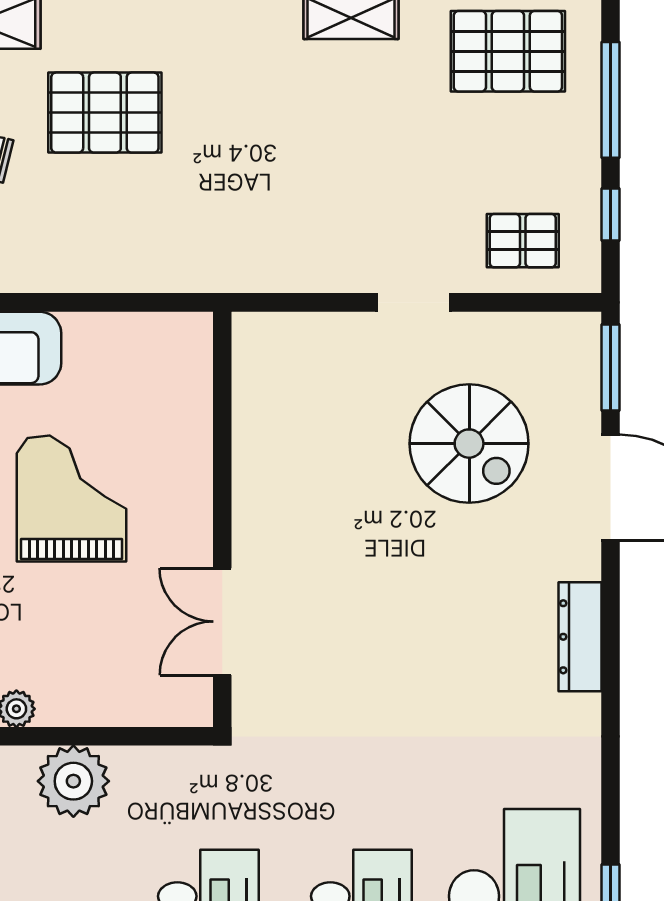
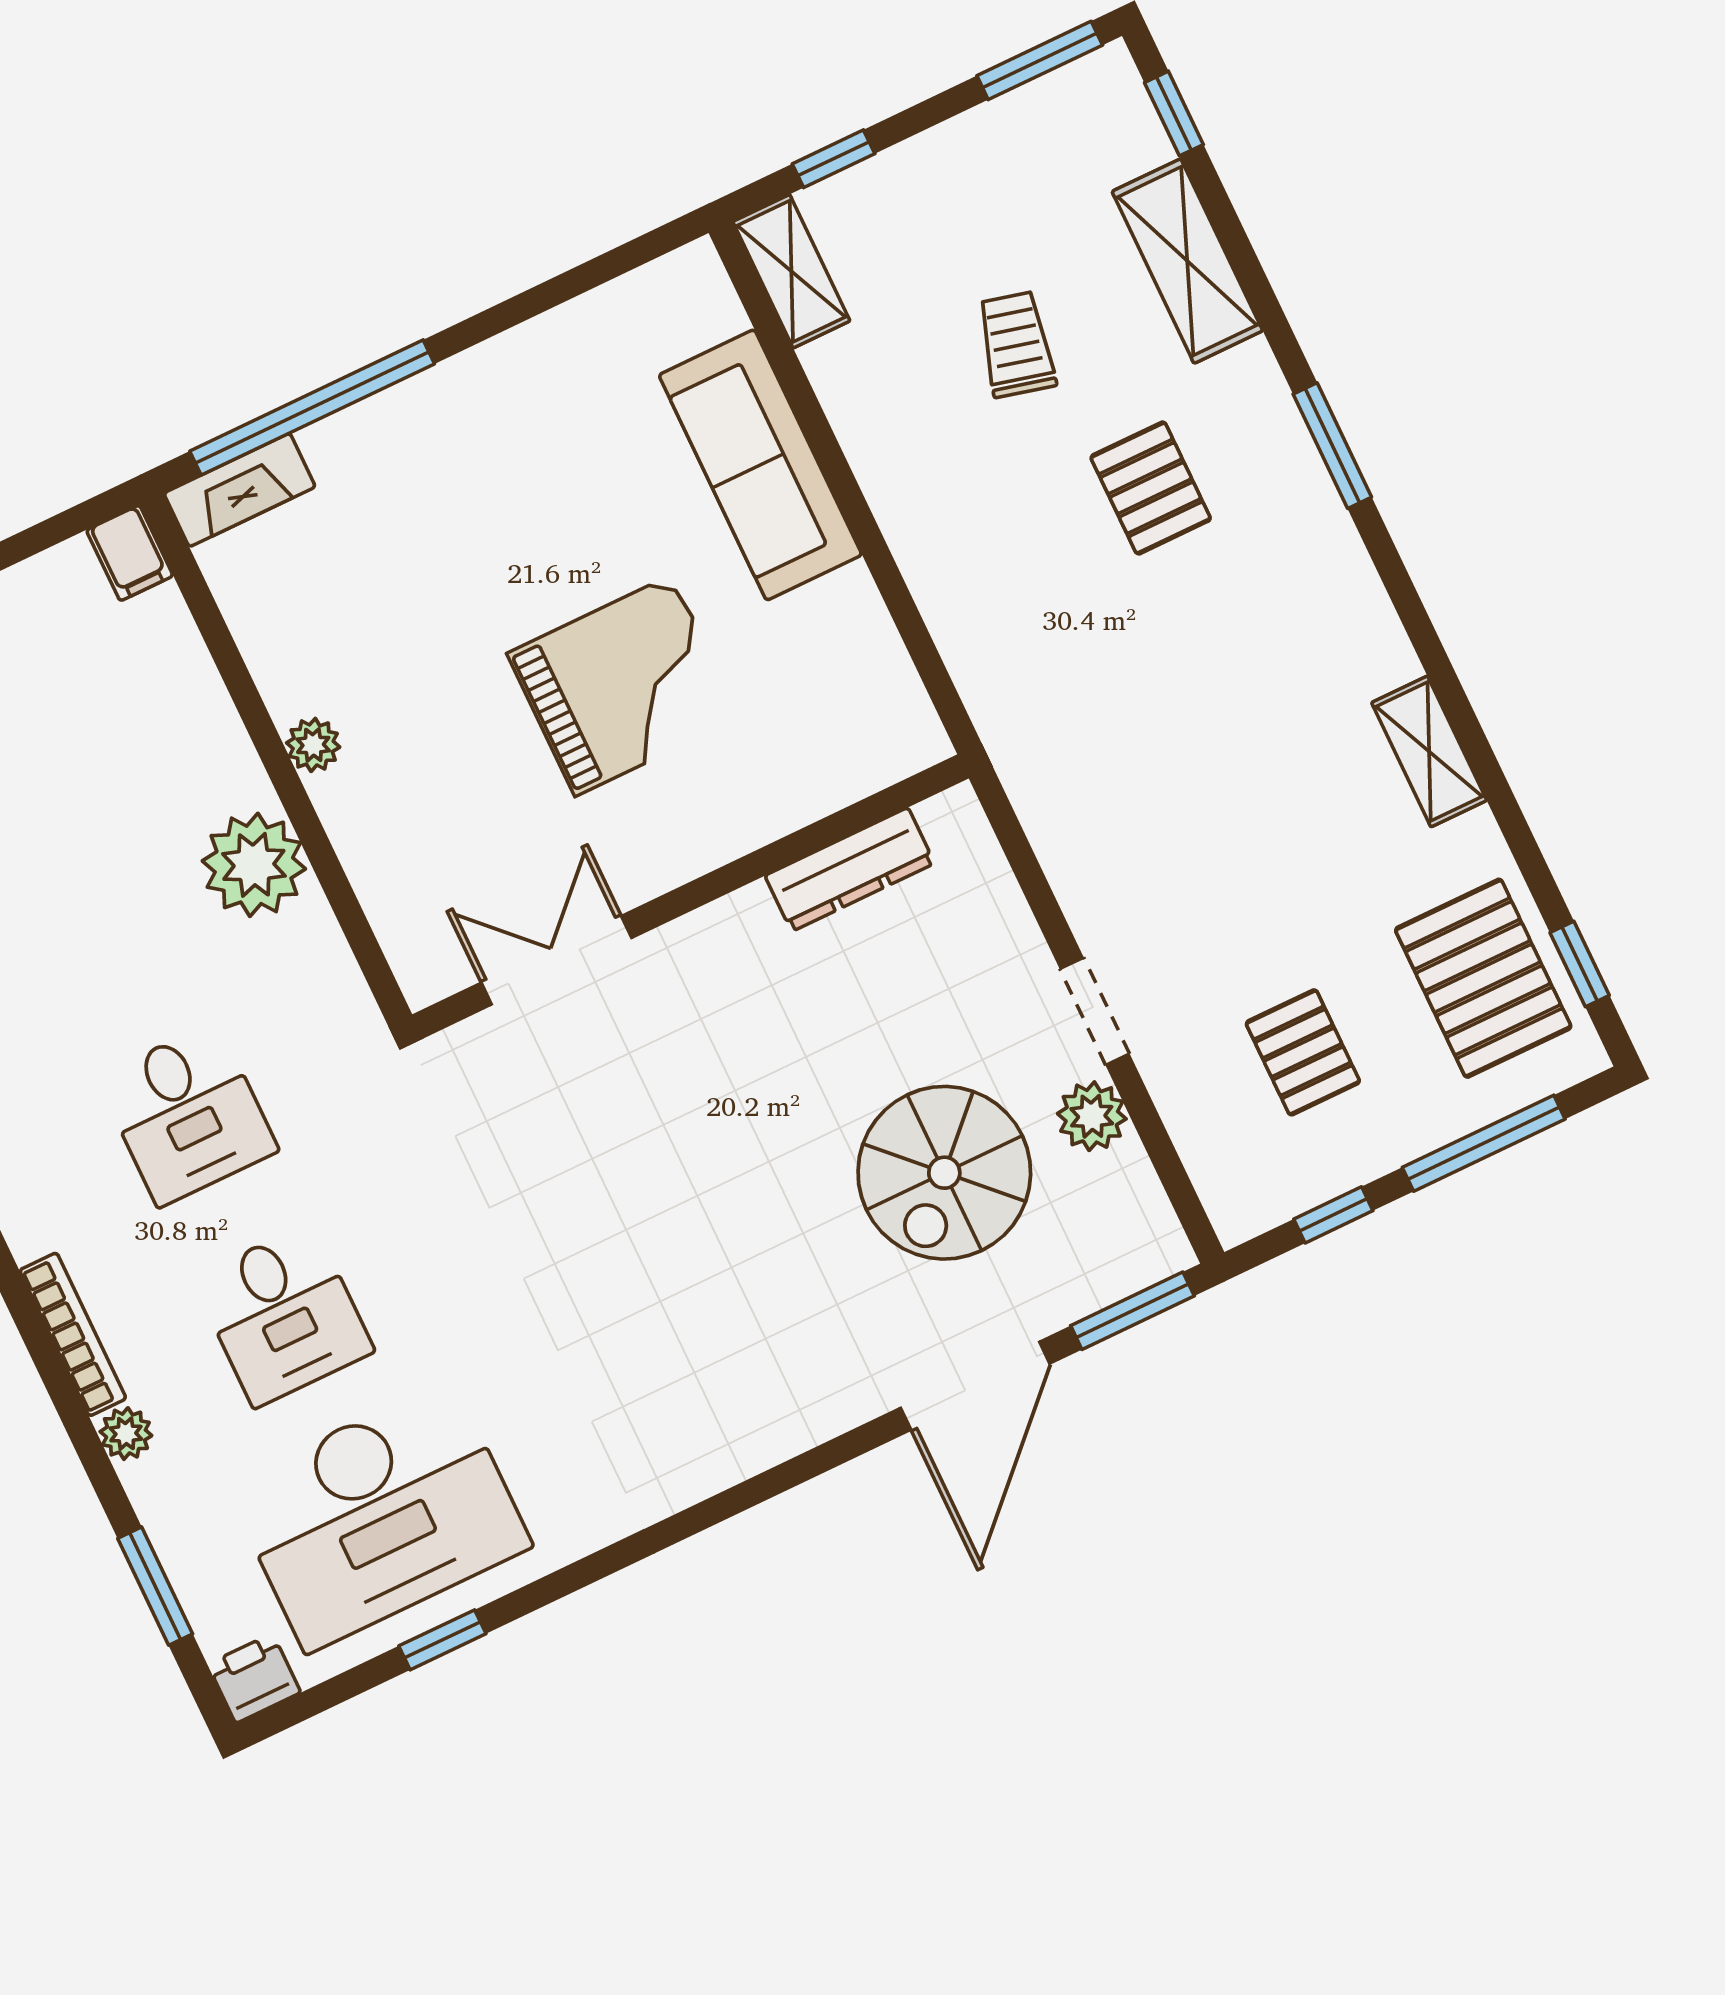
pallet: (105, 113) -> (1151, 488), width x0.67, depth x0.71
pallet: (523, 241) -> (1303, 1052), moved
plant: (478, 335) -> (1092, 1116), added
dresser: (580, 637) -> (850, 870), moved, turned 180

